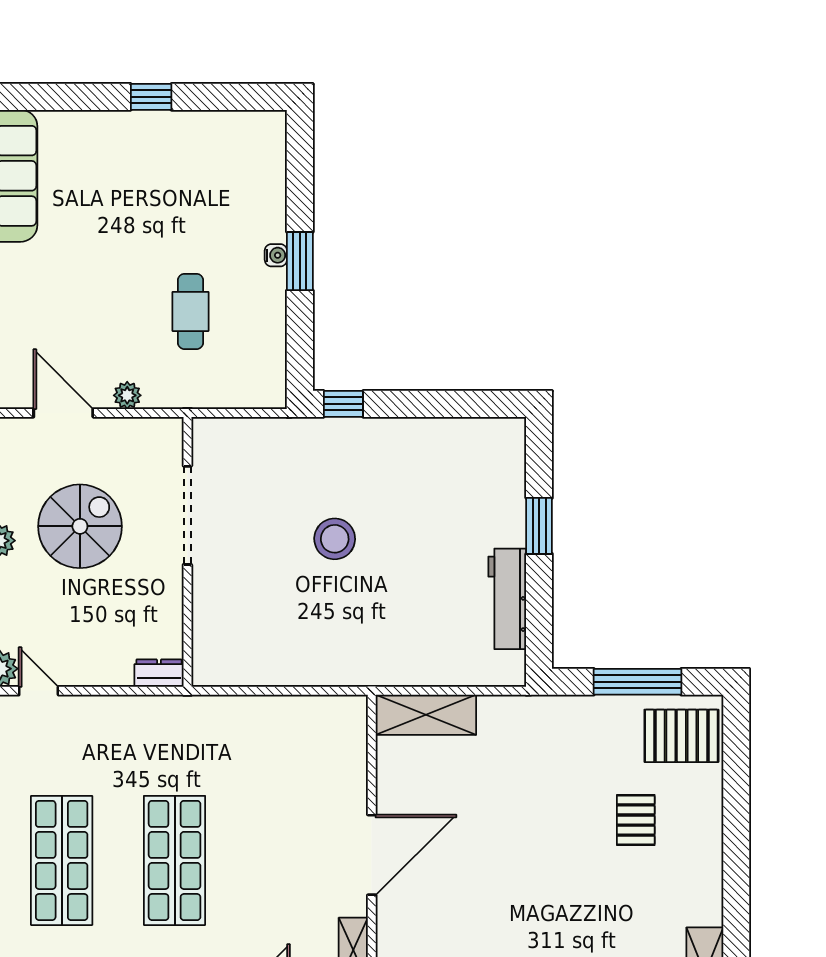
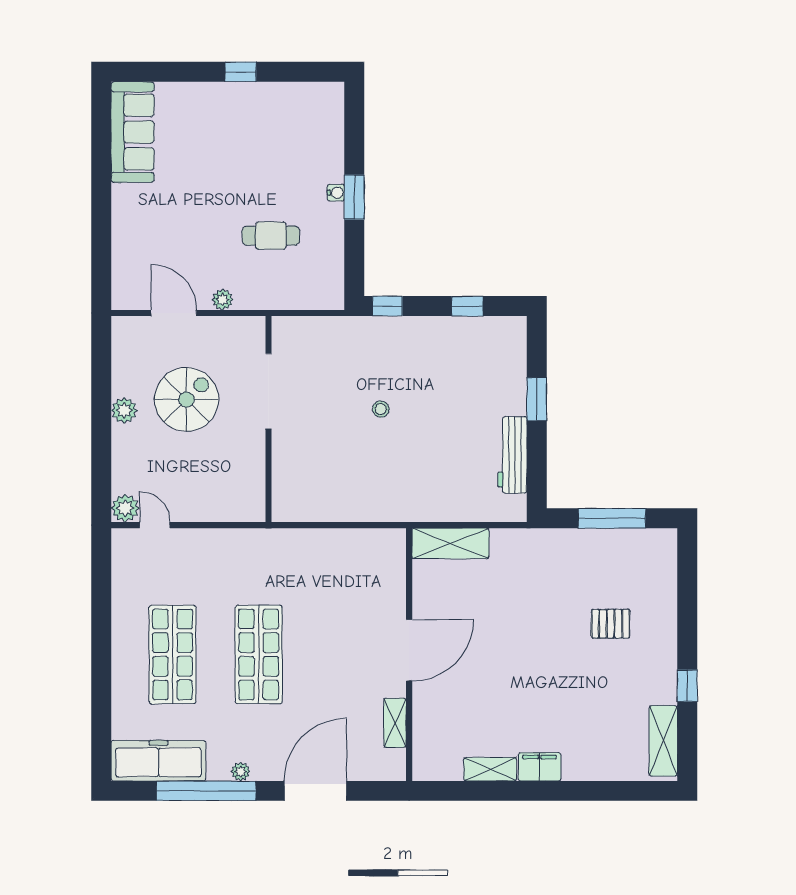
cafe table: (191, 311) -> (271, 236), turned 90
window: (448, 404) -> (467, 306), added
stool: (335, 539) -> (381, 409), width x0.53, depth x0.53
dresser: (159, 673) -> (247, 512), removed
pallet: (681, 736) -> (645, 559), removed
pallet: (636, 820) -> (611, 624), turned 90
window: (736, 901) -> (687, 686), added

